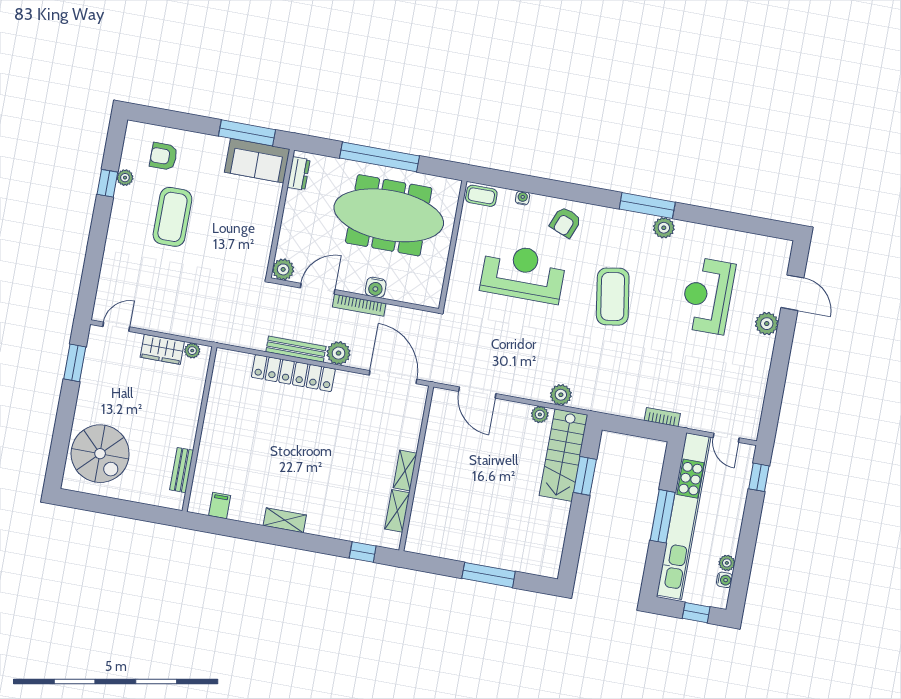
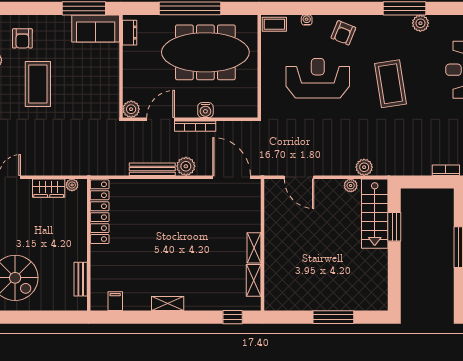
armchair: (164, 156) -> (22, 38), turned -90
locker: (293, 373) -> (100, 212), moved, turned -90

